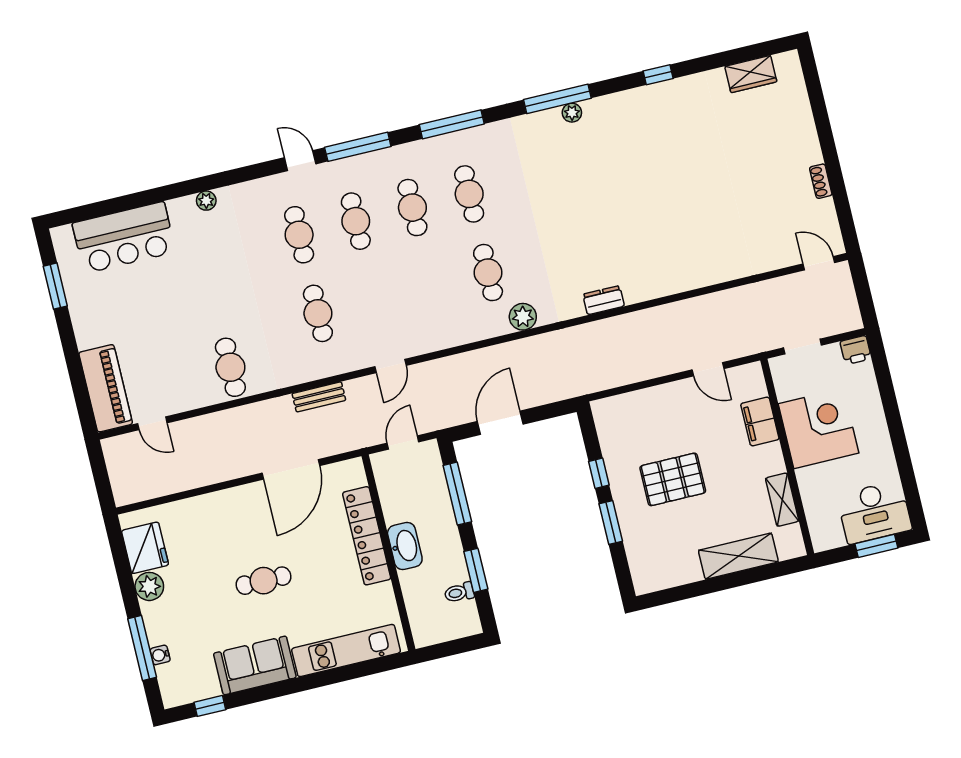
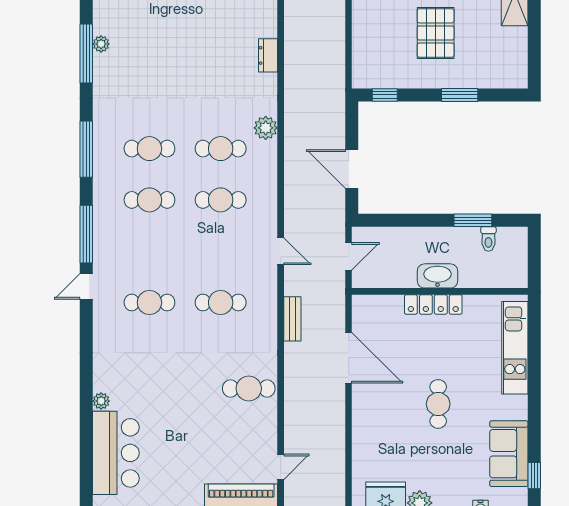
plant: (206, 201) -> (101, 401), moved
cafe table: (356, 221) -> (221, 200), moved
door: (403, 442) -> (349, 256), swing flipped
window: (599, 473) -> (385, 95), moved
window: (457, 494) -> (403, 220), removed
locker: (367, 536) -> (433, 304), width x0.71, depth x0.83
sofa: (255, 665) -> (509, 454), moved

